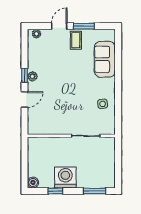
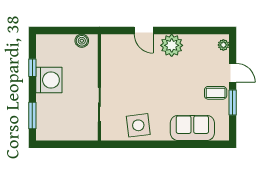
window: (25, 75) -> (173, 30), removed
plant: (32, 76) -> (172, 45), width x1.87, depth x1.87
side table: (103, 104) -> (138, 125), width x1.87, depth x1.87
boiler: (33, 182) -> (82, 41), moved

